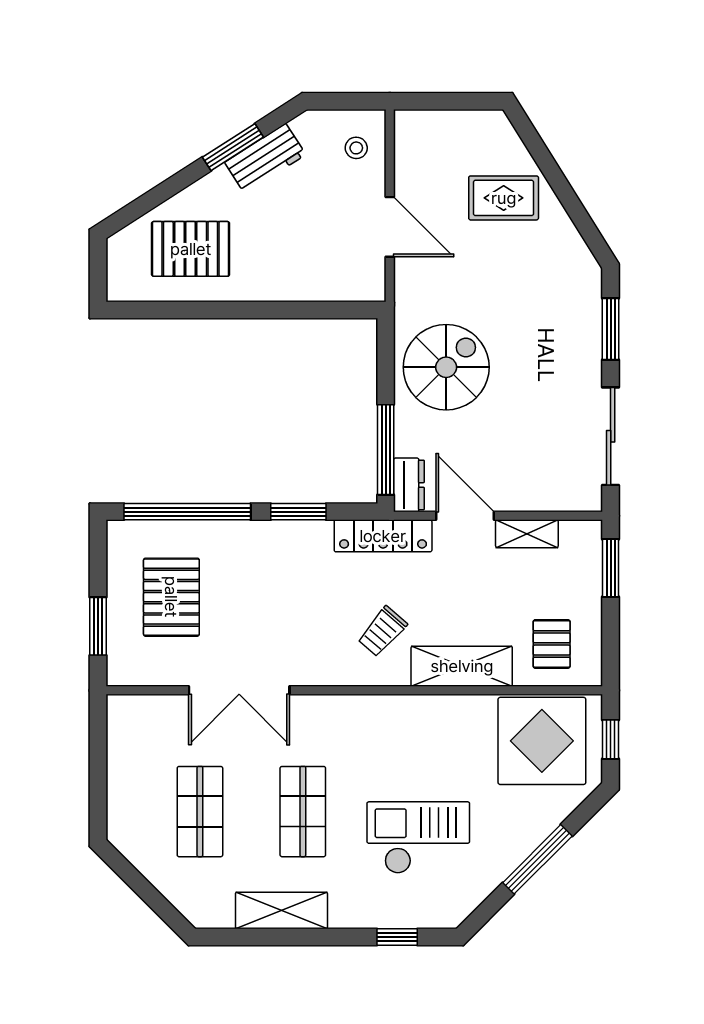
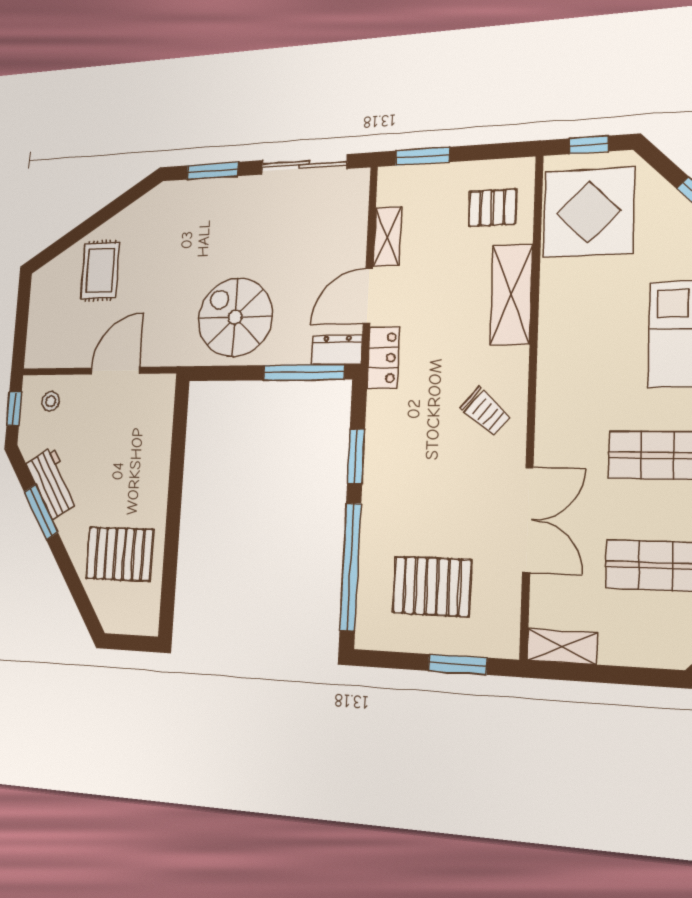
window: (348, 101) -> (14, 409), added
pallet: (191, 249) -> (120, 554), turned 90
locker: (383, 536) -> (383, 358), width x0.66
trolley: (382, 631) -> (485, 412), moved
shelving: (121, 727) -> (562, 647), added

